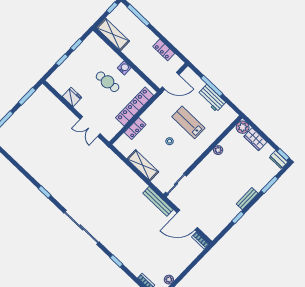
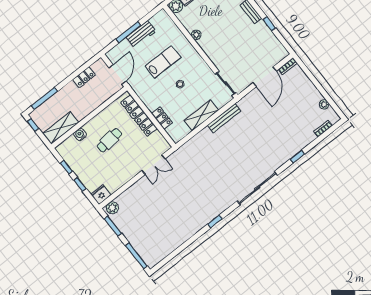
water cooler: (124, 68) -> (80, 134), moved
plant: (44, 93) -> (112, 208), added
fridge: (72, 97) -> (101, 195), moved
lab bench: (188, 122) -> (163, 62), turned 180
bench: (158, 201) -> (224, 118), moved

